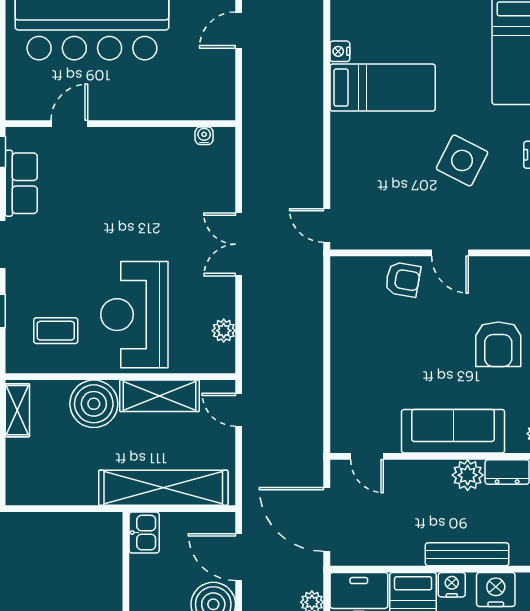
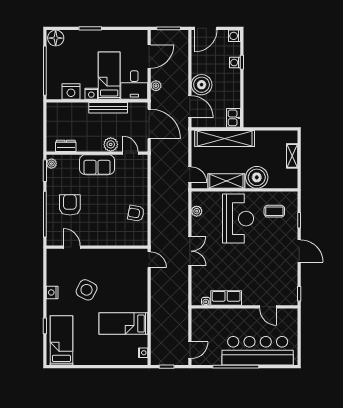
nightstand: (340, 51) -> (143, 353), moved
door: (69, 124) -> (268, 307), hinge flipped
row of seats: (21, 183) -> (226, 298), moved, turned 90
door: (450, 253) -> (72, 247), moved
armchair: (403, 279) -> (136, 213), moved
shelving: (17, 410) -> (292, 156), moved
sofa: (453, 431) -> (97, 165), width x0.73
plant: (468, 475) -> (111, 144), moved
bench: (467, 554) -> (108, 108), moved

